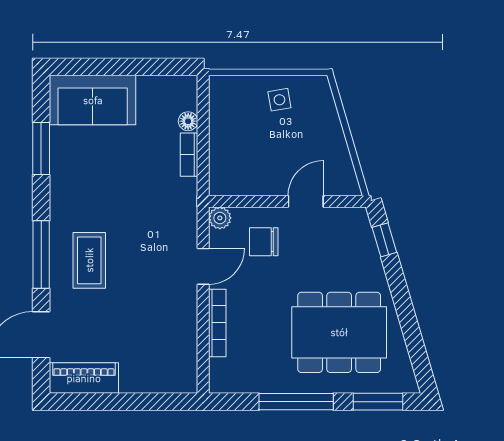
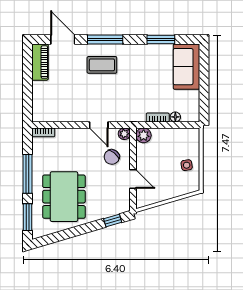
plant: (223, 182) -> (144, 135), added
chair: (264, 242) -> (112, 157), turned -142
bookcase: (217, 323) -> (43, 132), moved, width x0.64

